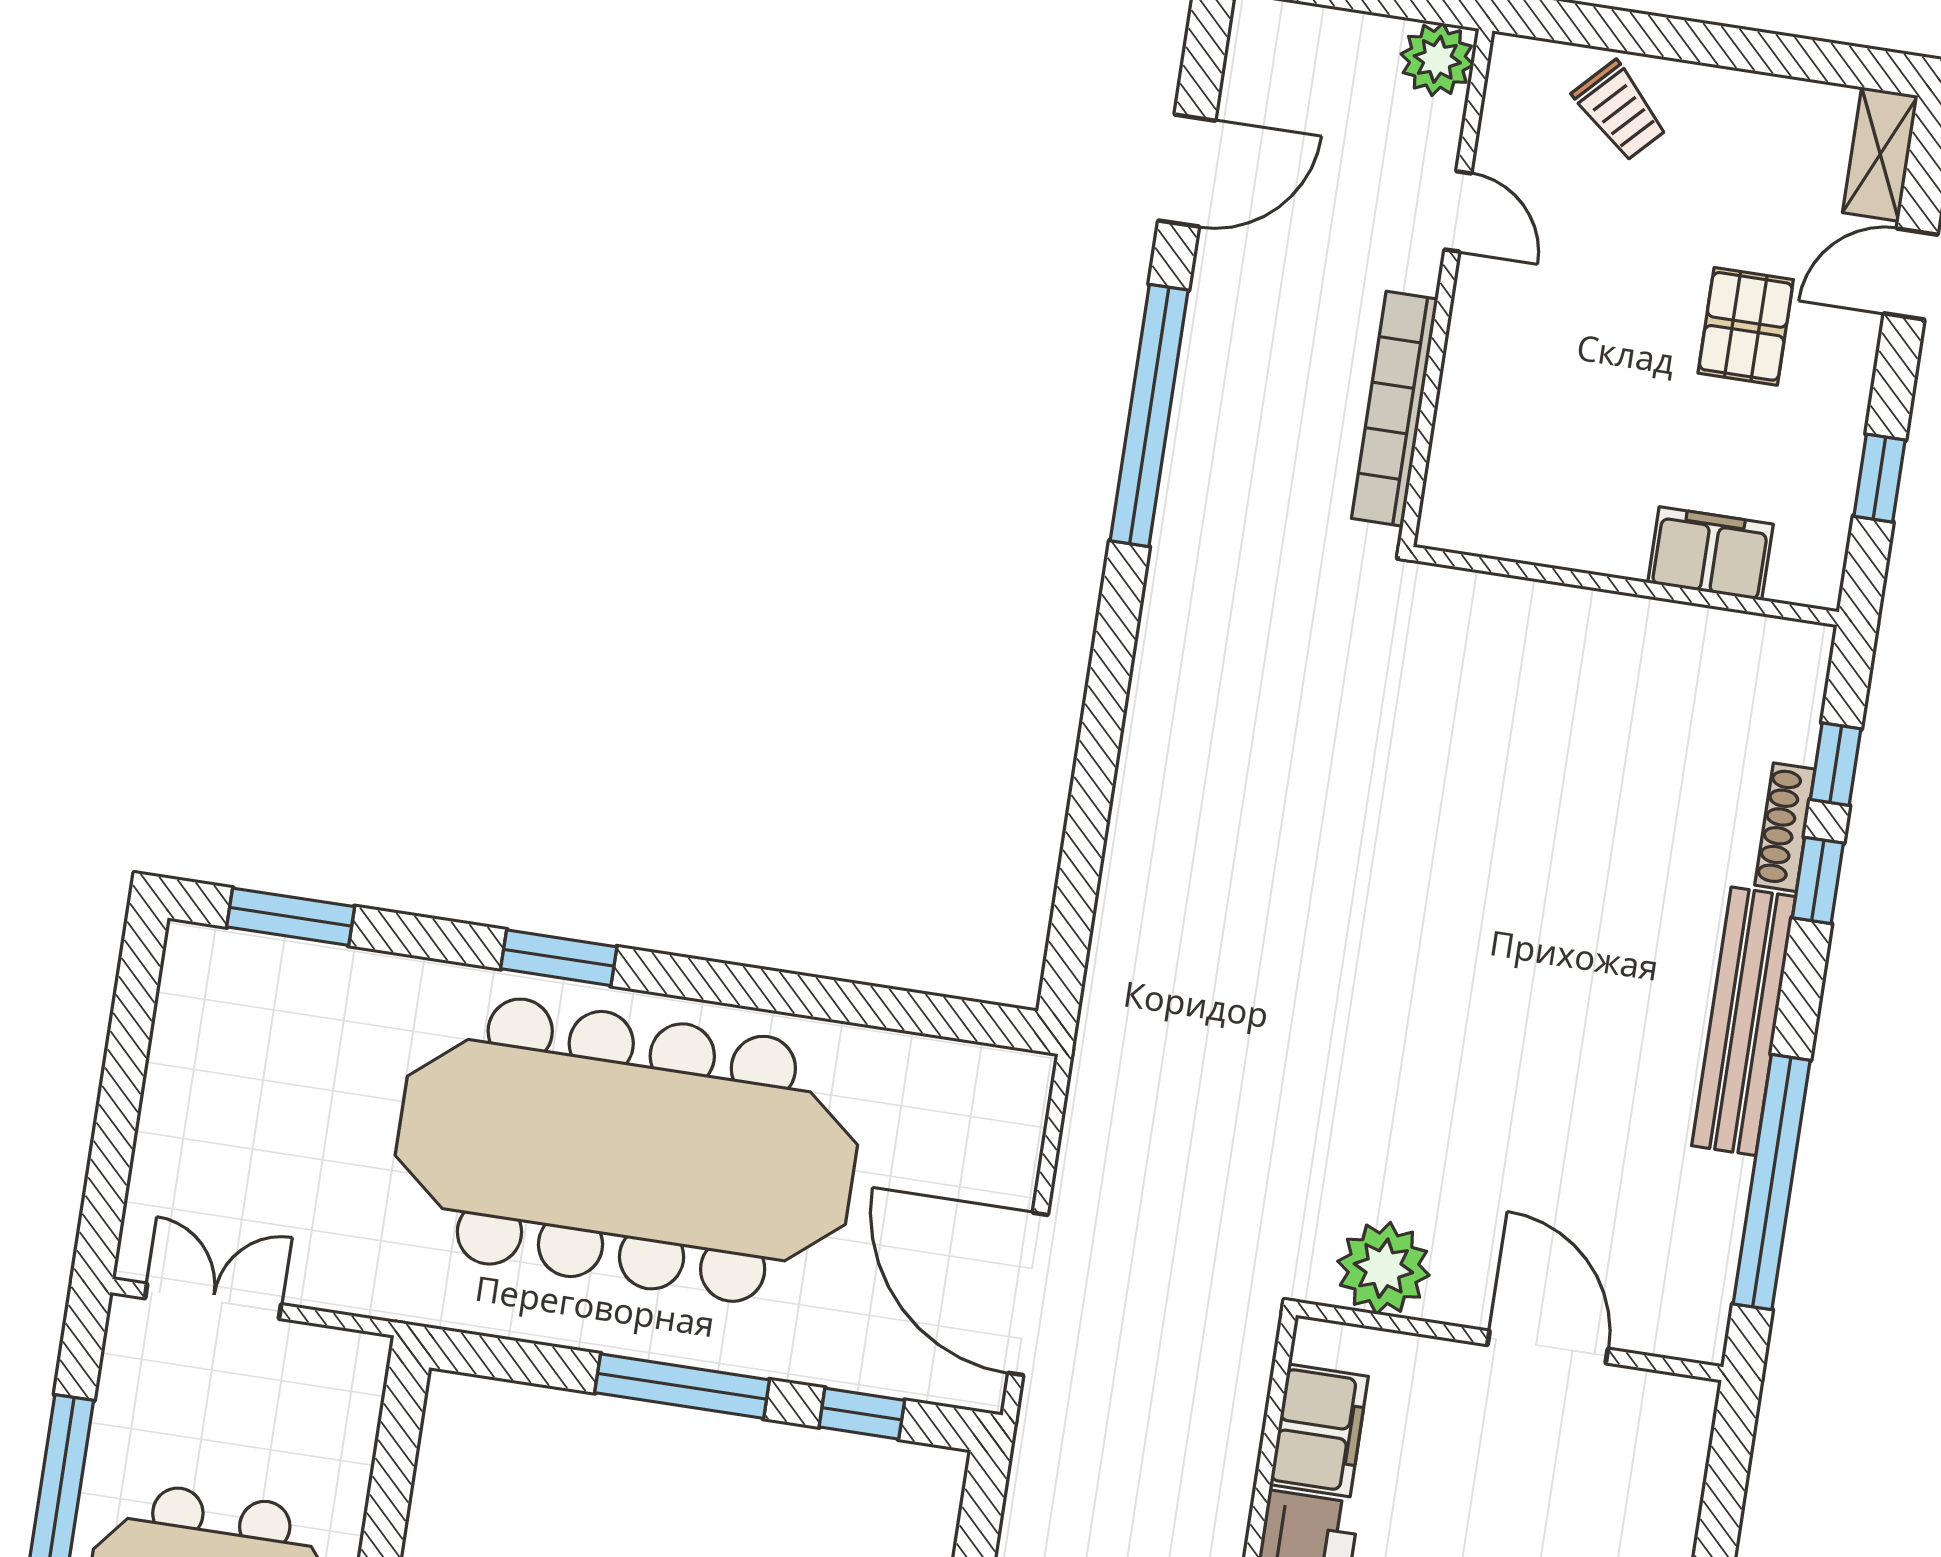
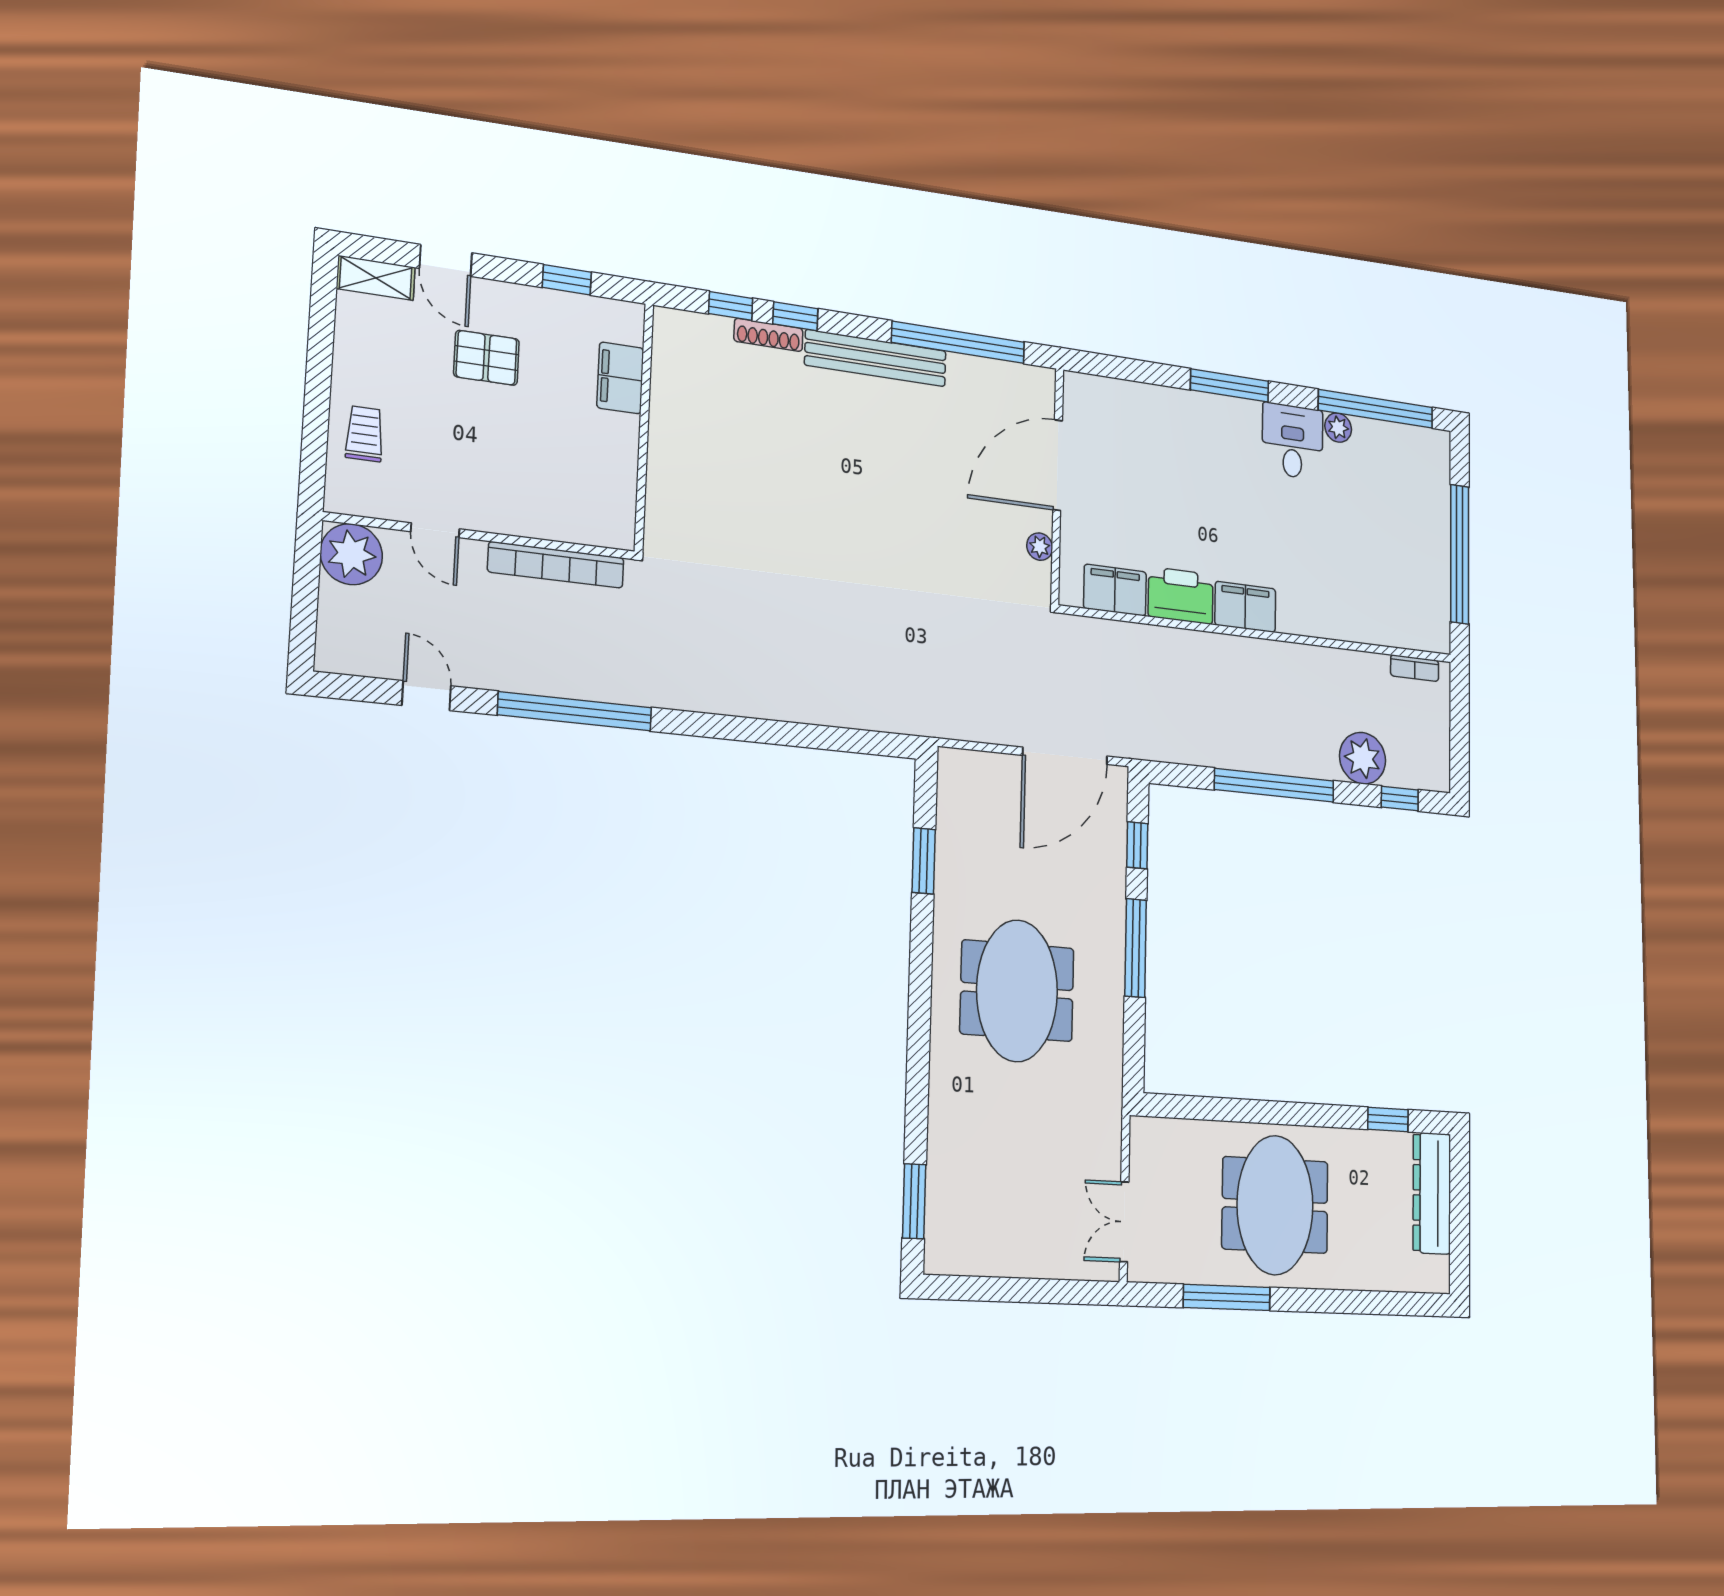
plant: (1437, 59) -> (351, 554), width x1.36, depth x1.36
trolley: (1620, 111) -> (364, 434), turned -44
door: (1187, 171) -> (426, 696), width x0.73
door: (1458, 211) -> (435, 530), swing flipped
window: (559, 958) -> (924, 861), moved
meeting table: (626, 1150) -> (1017, 991), width x0.54, depth x0.79
plant: (1383, 1268) -> (1040, 547), width x0.53, depth x0.53
door: (1548, 1347) -> (1058, 465), width x1.36

